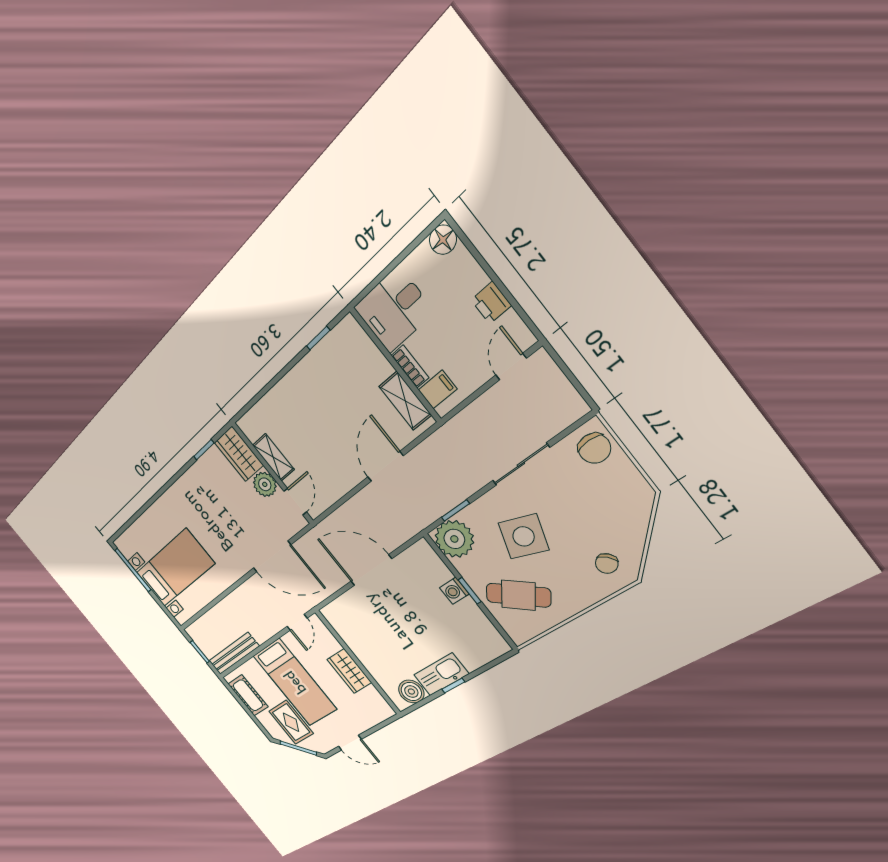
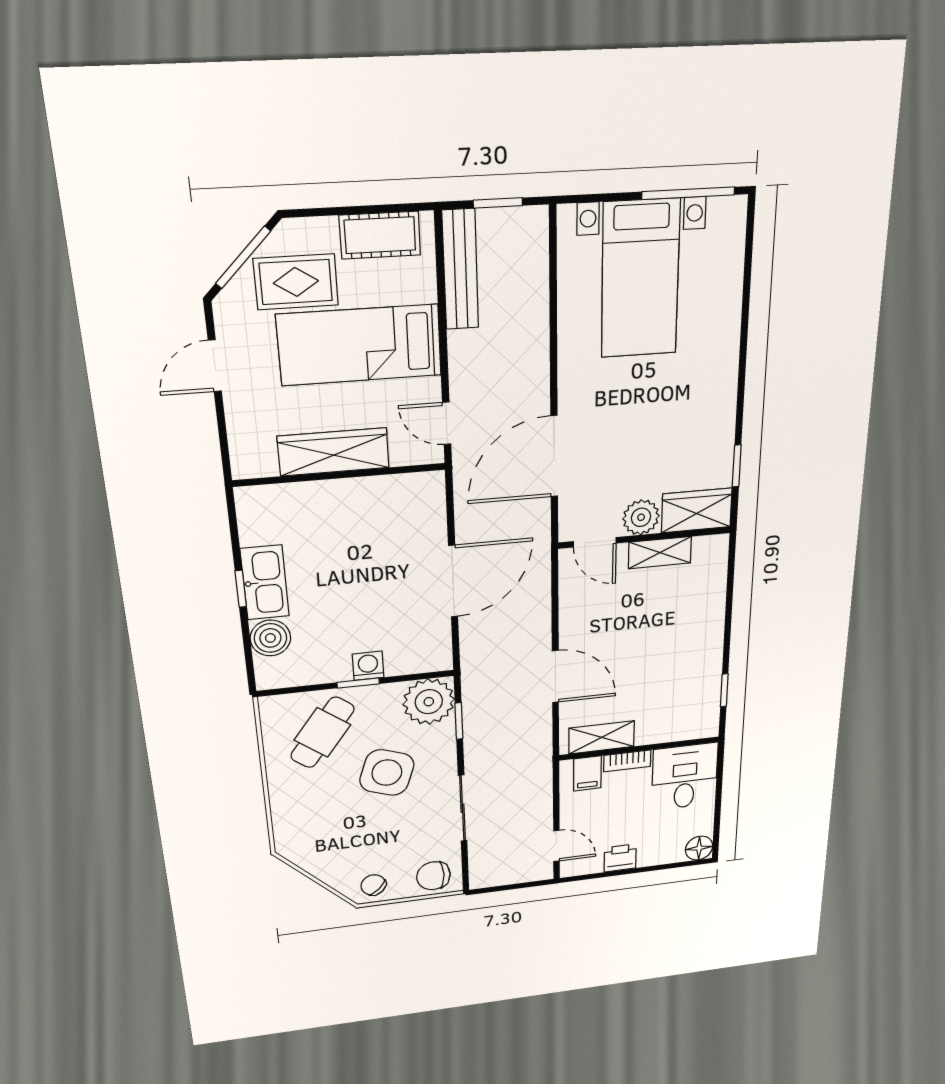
chair: (607, 564) -> (373, 885), moved
wardrobe: (349, 671) -> (333, 452), width x1.50
boiler: (411, 692) -> (270, 638), moved

